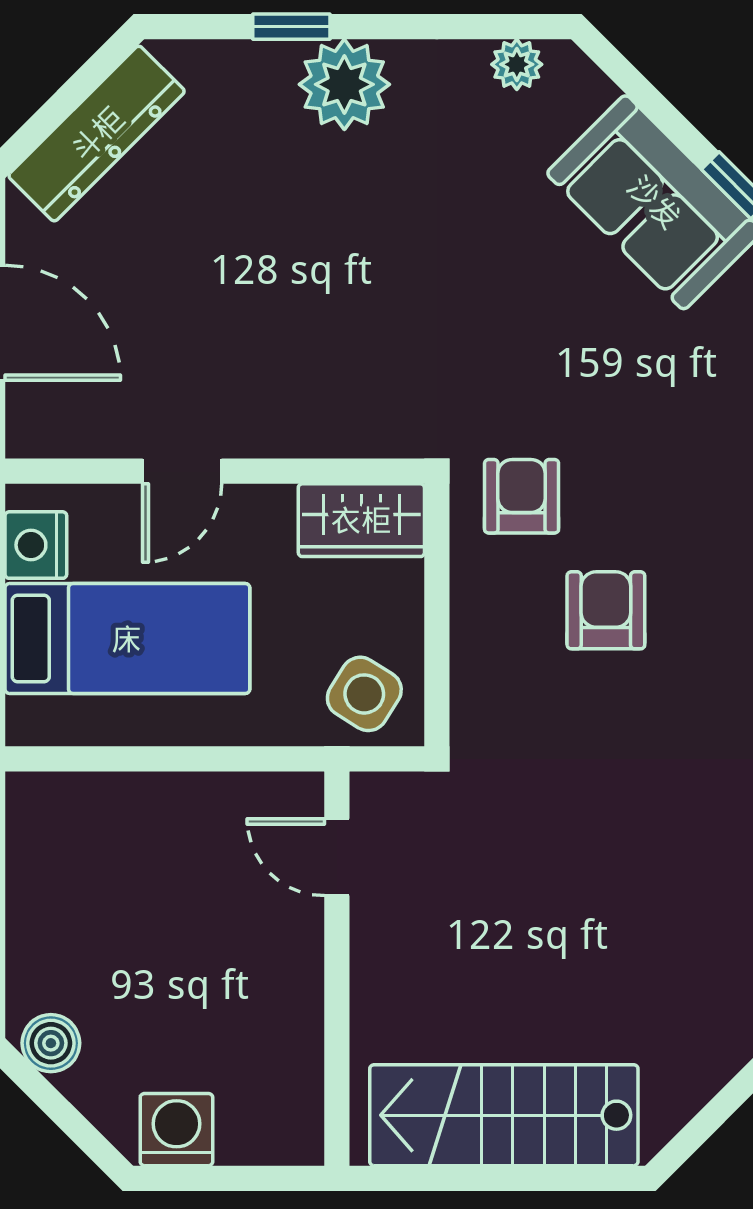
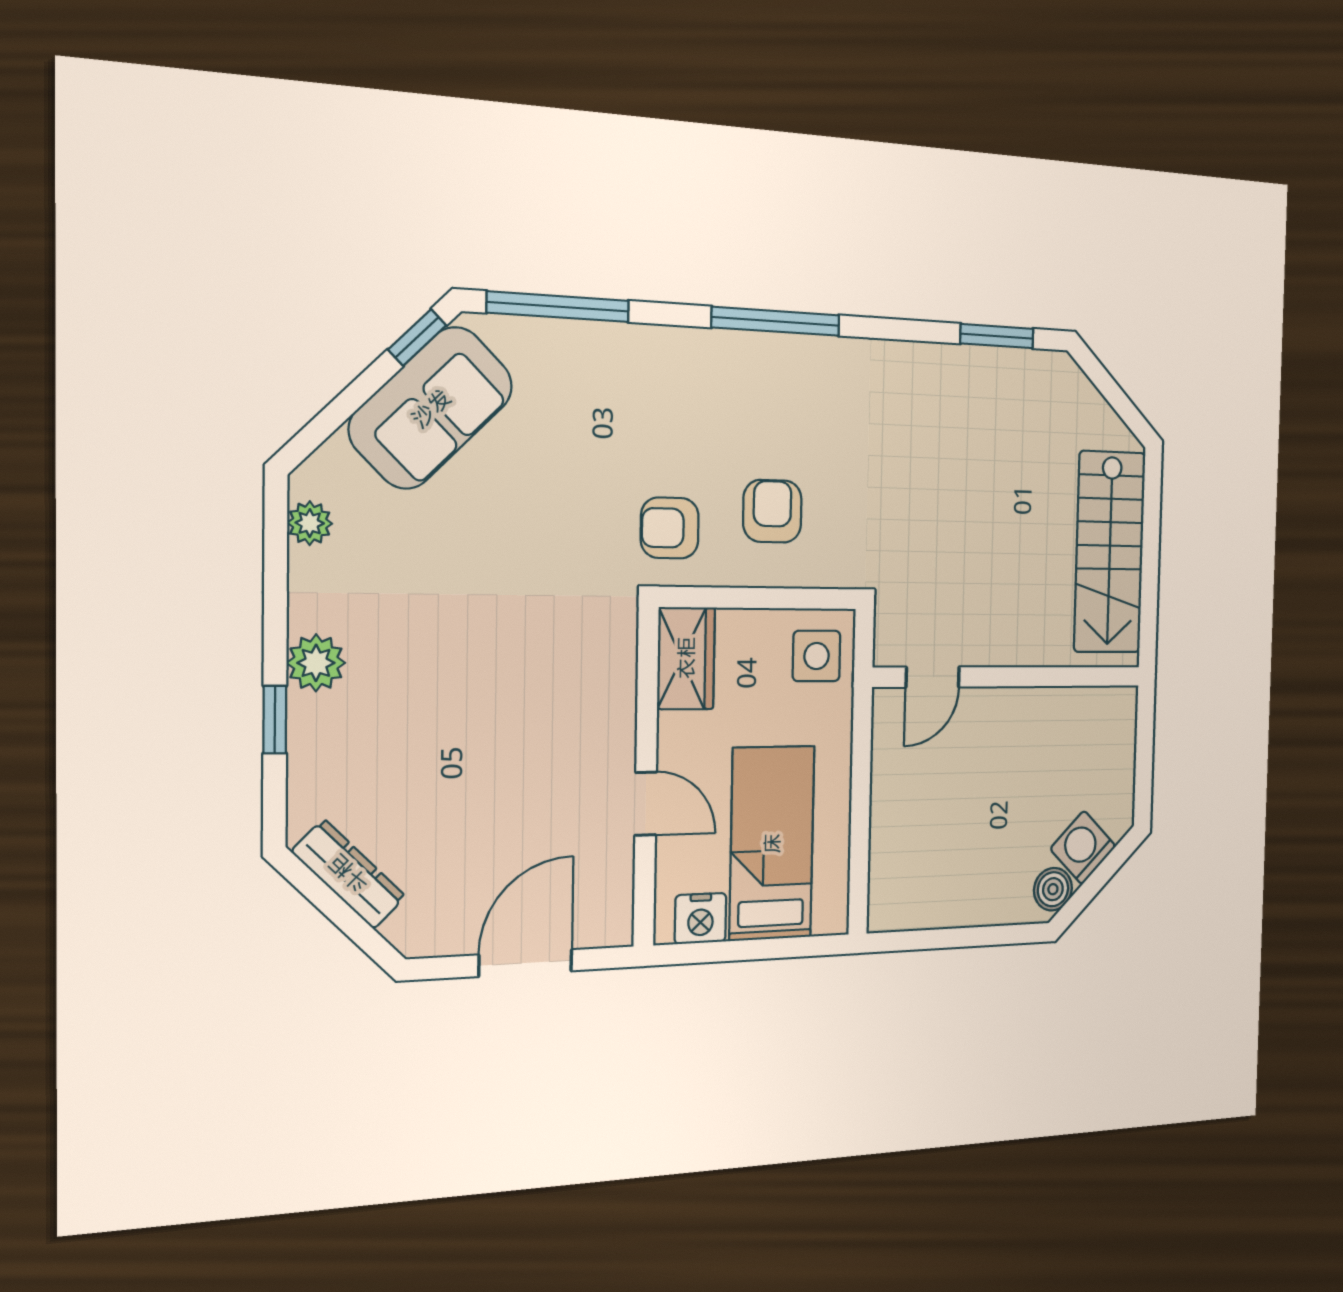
plant: (344, 84) -> (316, 663), width x0.73, depth x0.73
dresser: (97, 134) -> (349, 874), width x0.73, depth x0.80
armchair: (606, 610) -> (772, 511), moved, turned 90
side table: (364, 694) -> (817, 656), turned -32
washing machine: (176, 1130) -> (1083, 847), moved, turned 45

